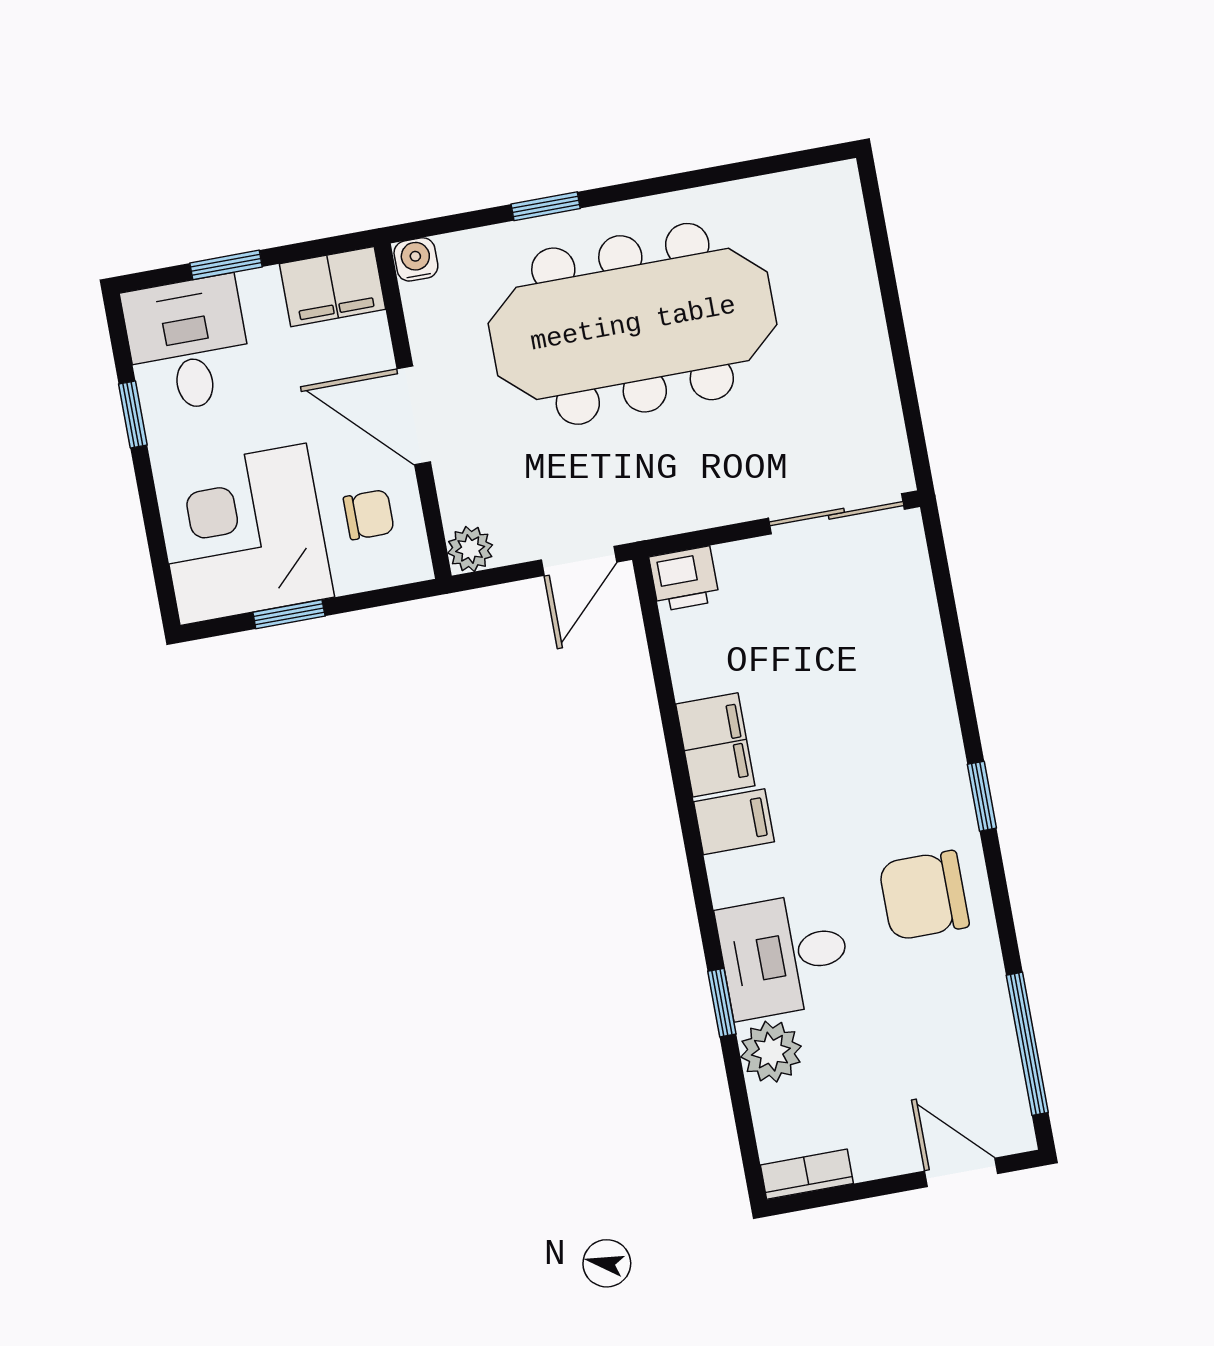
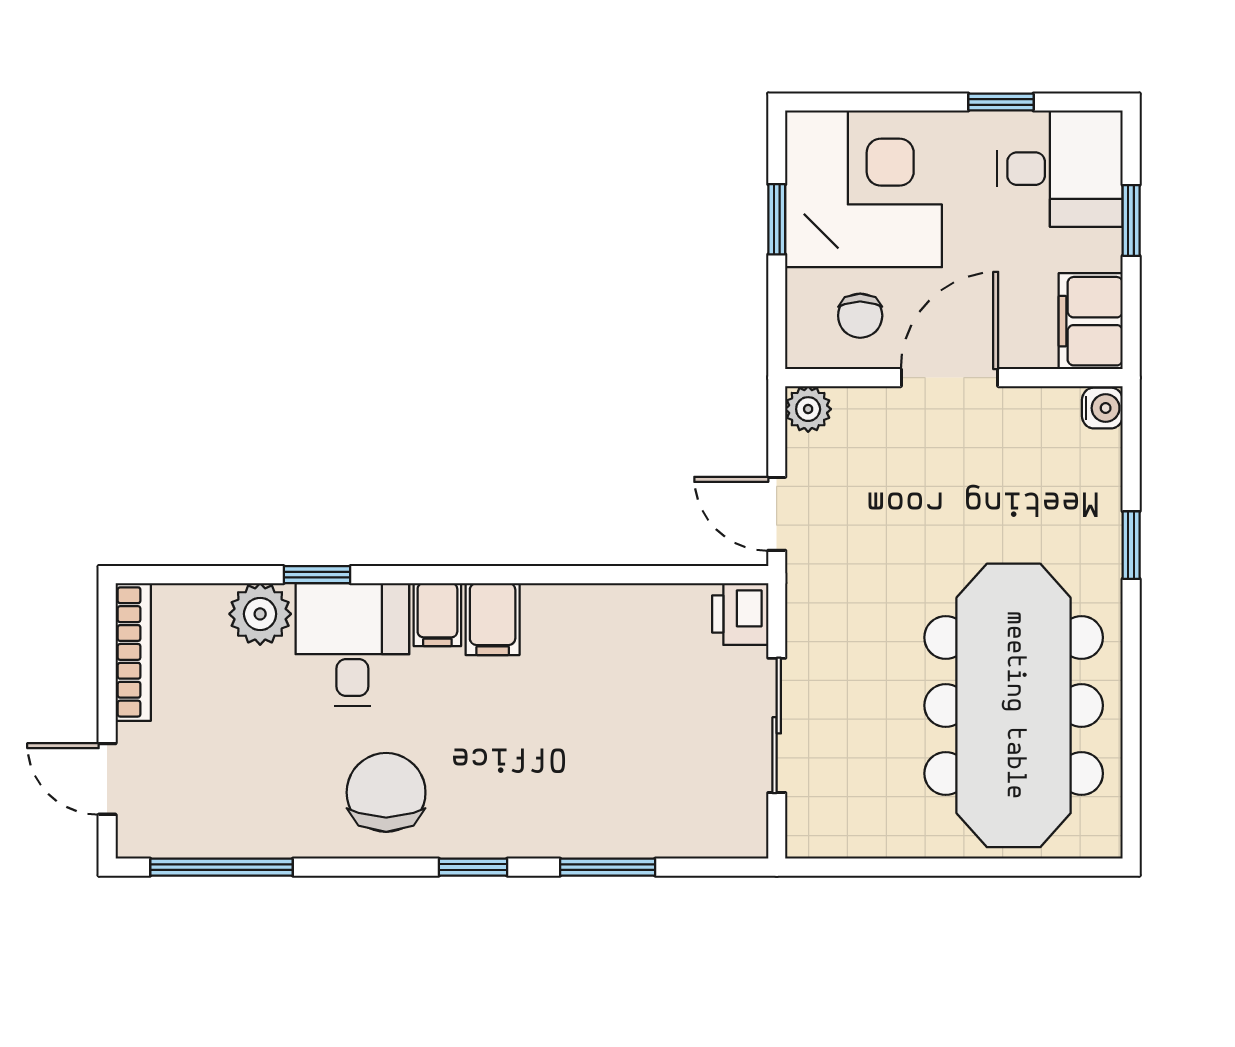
meeting table: (633, 324) -> (1014, 705), moved
sliding door: (836, 514) -> (777, 725), moved
window: (958, 664) -> (608, 867), added
filing cabinet: (715, 745) -> (437, 615), moved, width x0.50
door: (961, 1172) -> (107, 779), swing flipped
bookcase: (807, 1174) -> (133, 652), width x1.56

